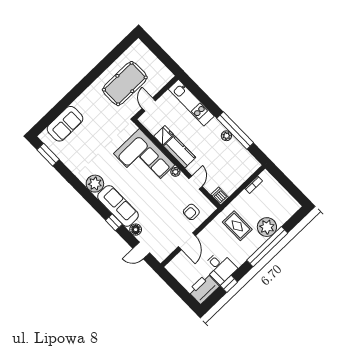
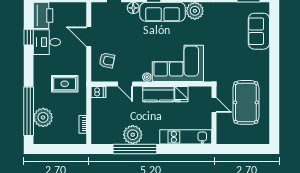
plant: (226, 136) -> (133, 135), width x1.87, depth x1.87
armchair: (191, 212) -> (107, 60), turned 101
plant: (267, 227) -> (43, 117), moved
window: (267, 247) -> (29, 111), moved

